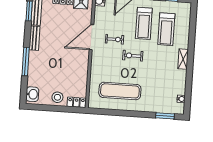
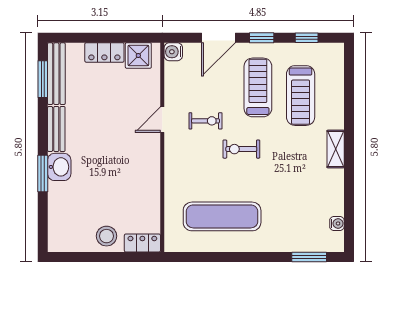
treadmill: (144, 23) -> (258, 87), turned 180
door: (92, 37) -> (162, 120), width x0.53
window: (26, 62) -> (43, 174), width x0.69
washbasin: (32, 94) -> (59, 167), moved

